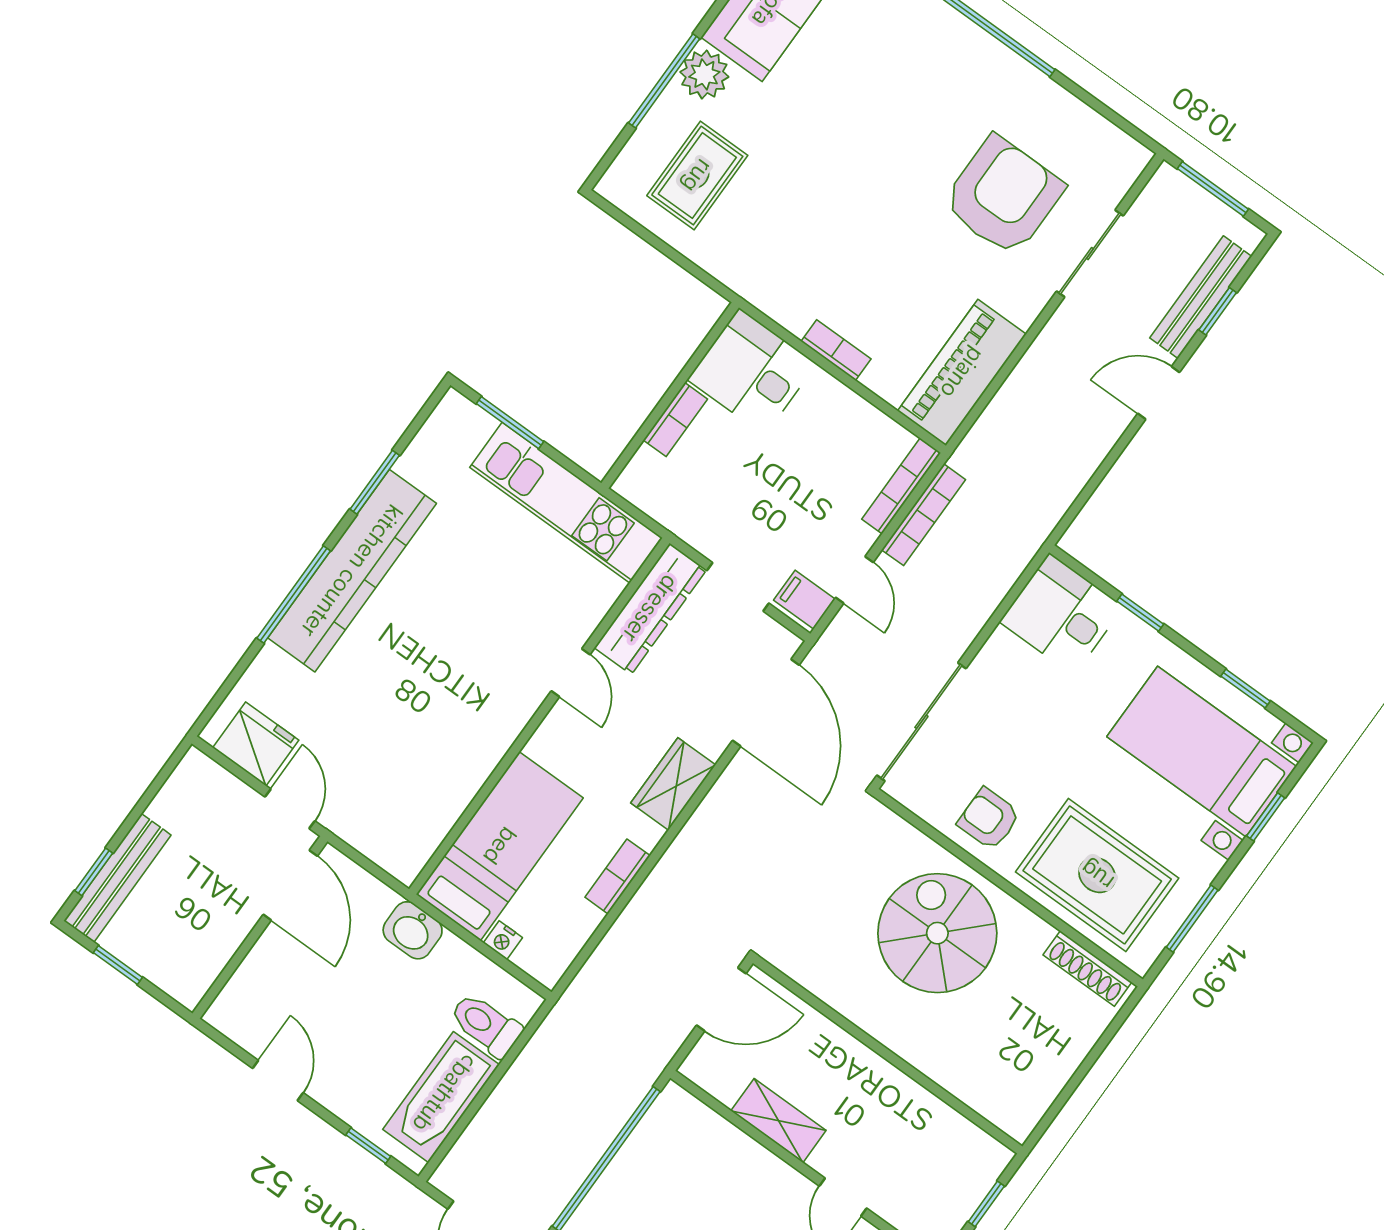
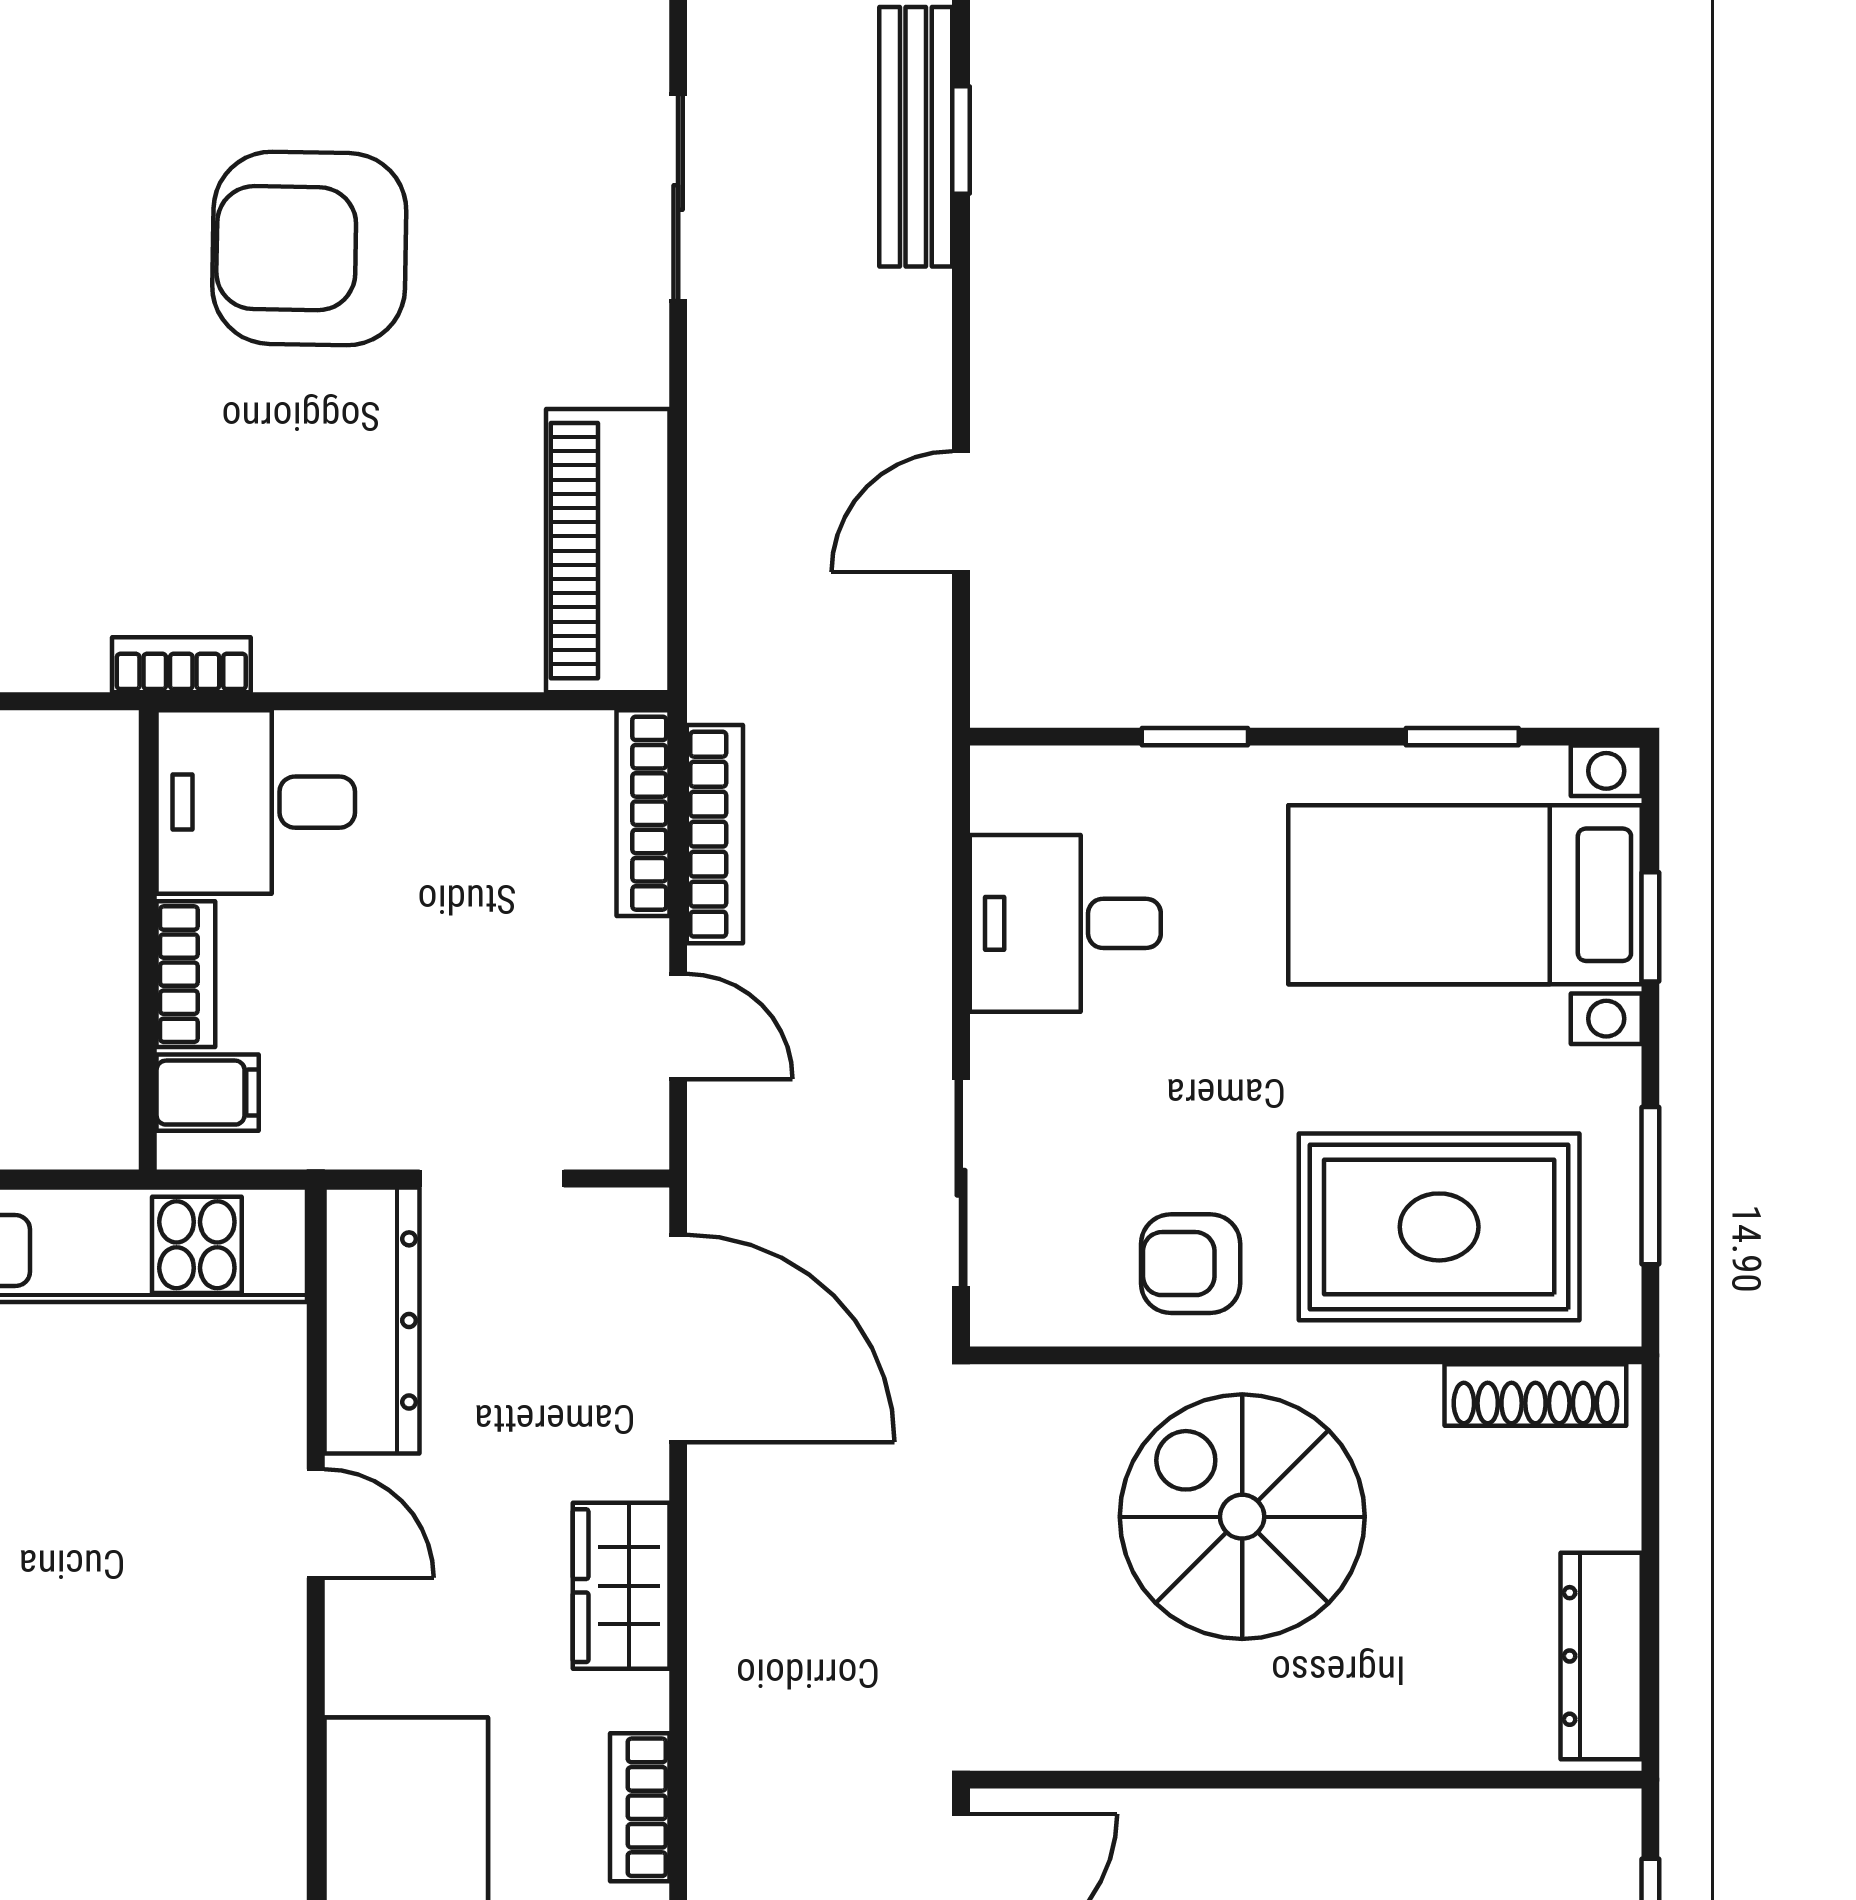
armchair: (1003, 196) -> (309, 249), moved, turned -89
bookcase: (836, 350) -> (181, 665), moved
door: (1159, 393) -> (961, 512), moved
filing cabinet: (804, 600) -> (208, 1093), moved, turned 180
desk: (1062, 614) -> (1065, 923), moved
sliding door: (921, 722) -> (961, 1183), width x0.73
dresser: (1039, 1090) -> (1601, 1656), added

